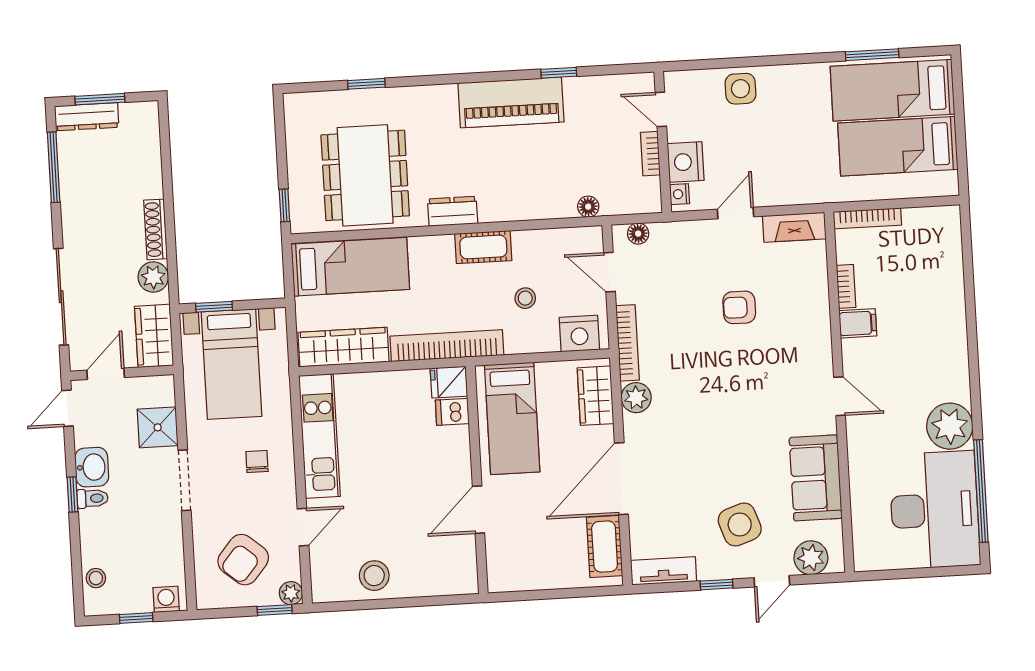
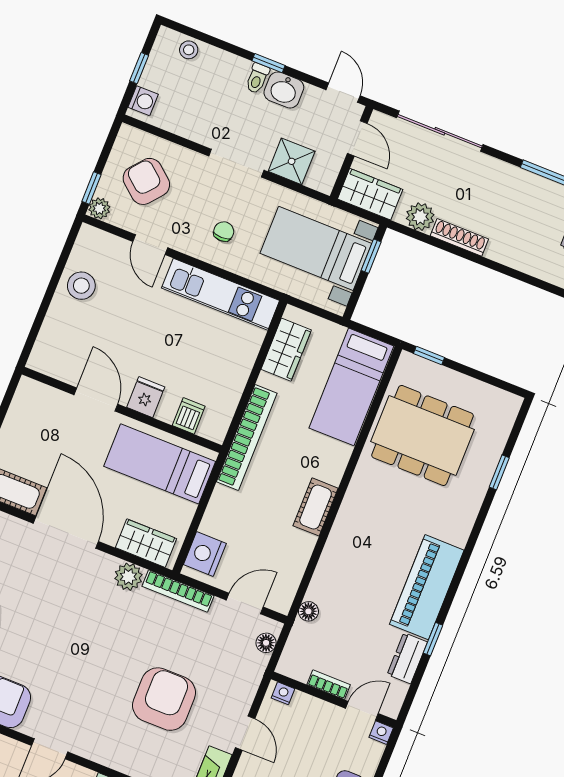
nightstand: (686, 162) -> (381, 733), moved, width x0.53, depth x0.56
dresser: (453, 211) -> (407, 658), moved, turned 180
stool: (525, 298) -> (256, 522), removed
armchair: (739, 307) -> (164, 699), width x1.88, depth x1.88
wardrobe: (343, 347) -> (286, 350), width x0.67
fridge: (449, 382) -> (146, 397), moved
chair: (257, 462) -> (224, 232), turned -90

